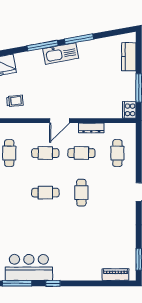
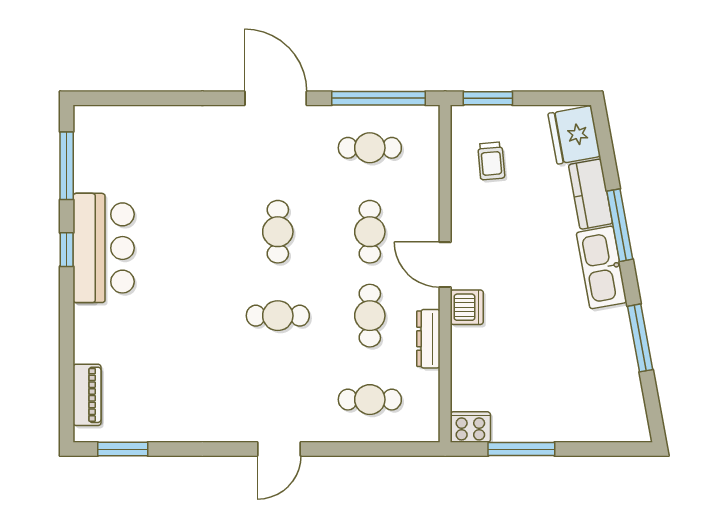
window: (79, 39) -> (640, 338), moved
kitchen counter: (129, 57) -> (591, 194), moved, turned -100
dishwasher: (78, 111) -> (467, 307), added
bar counter: (29, 267) -> (104, 248), moved

